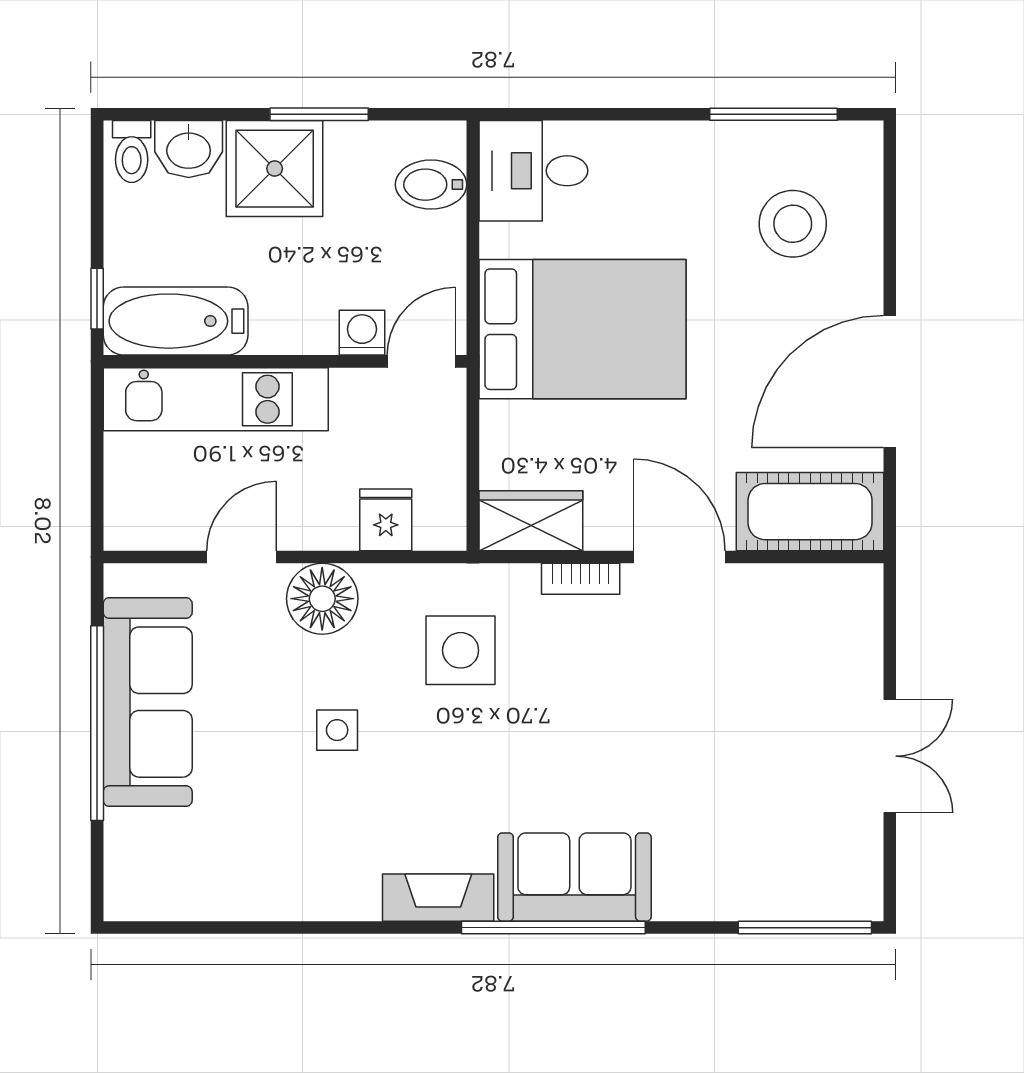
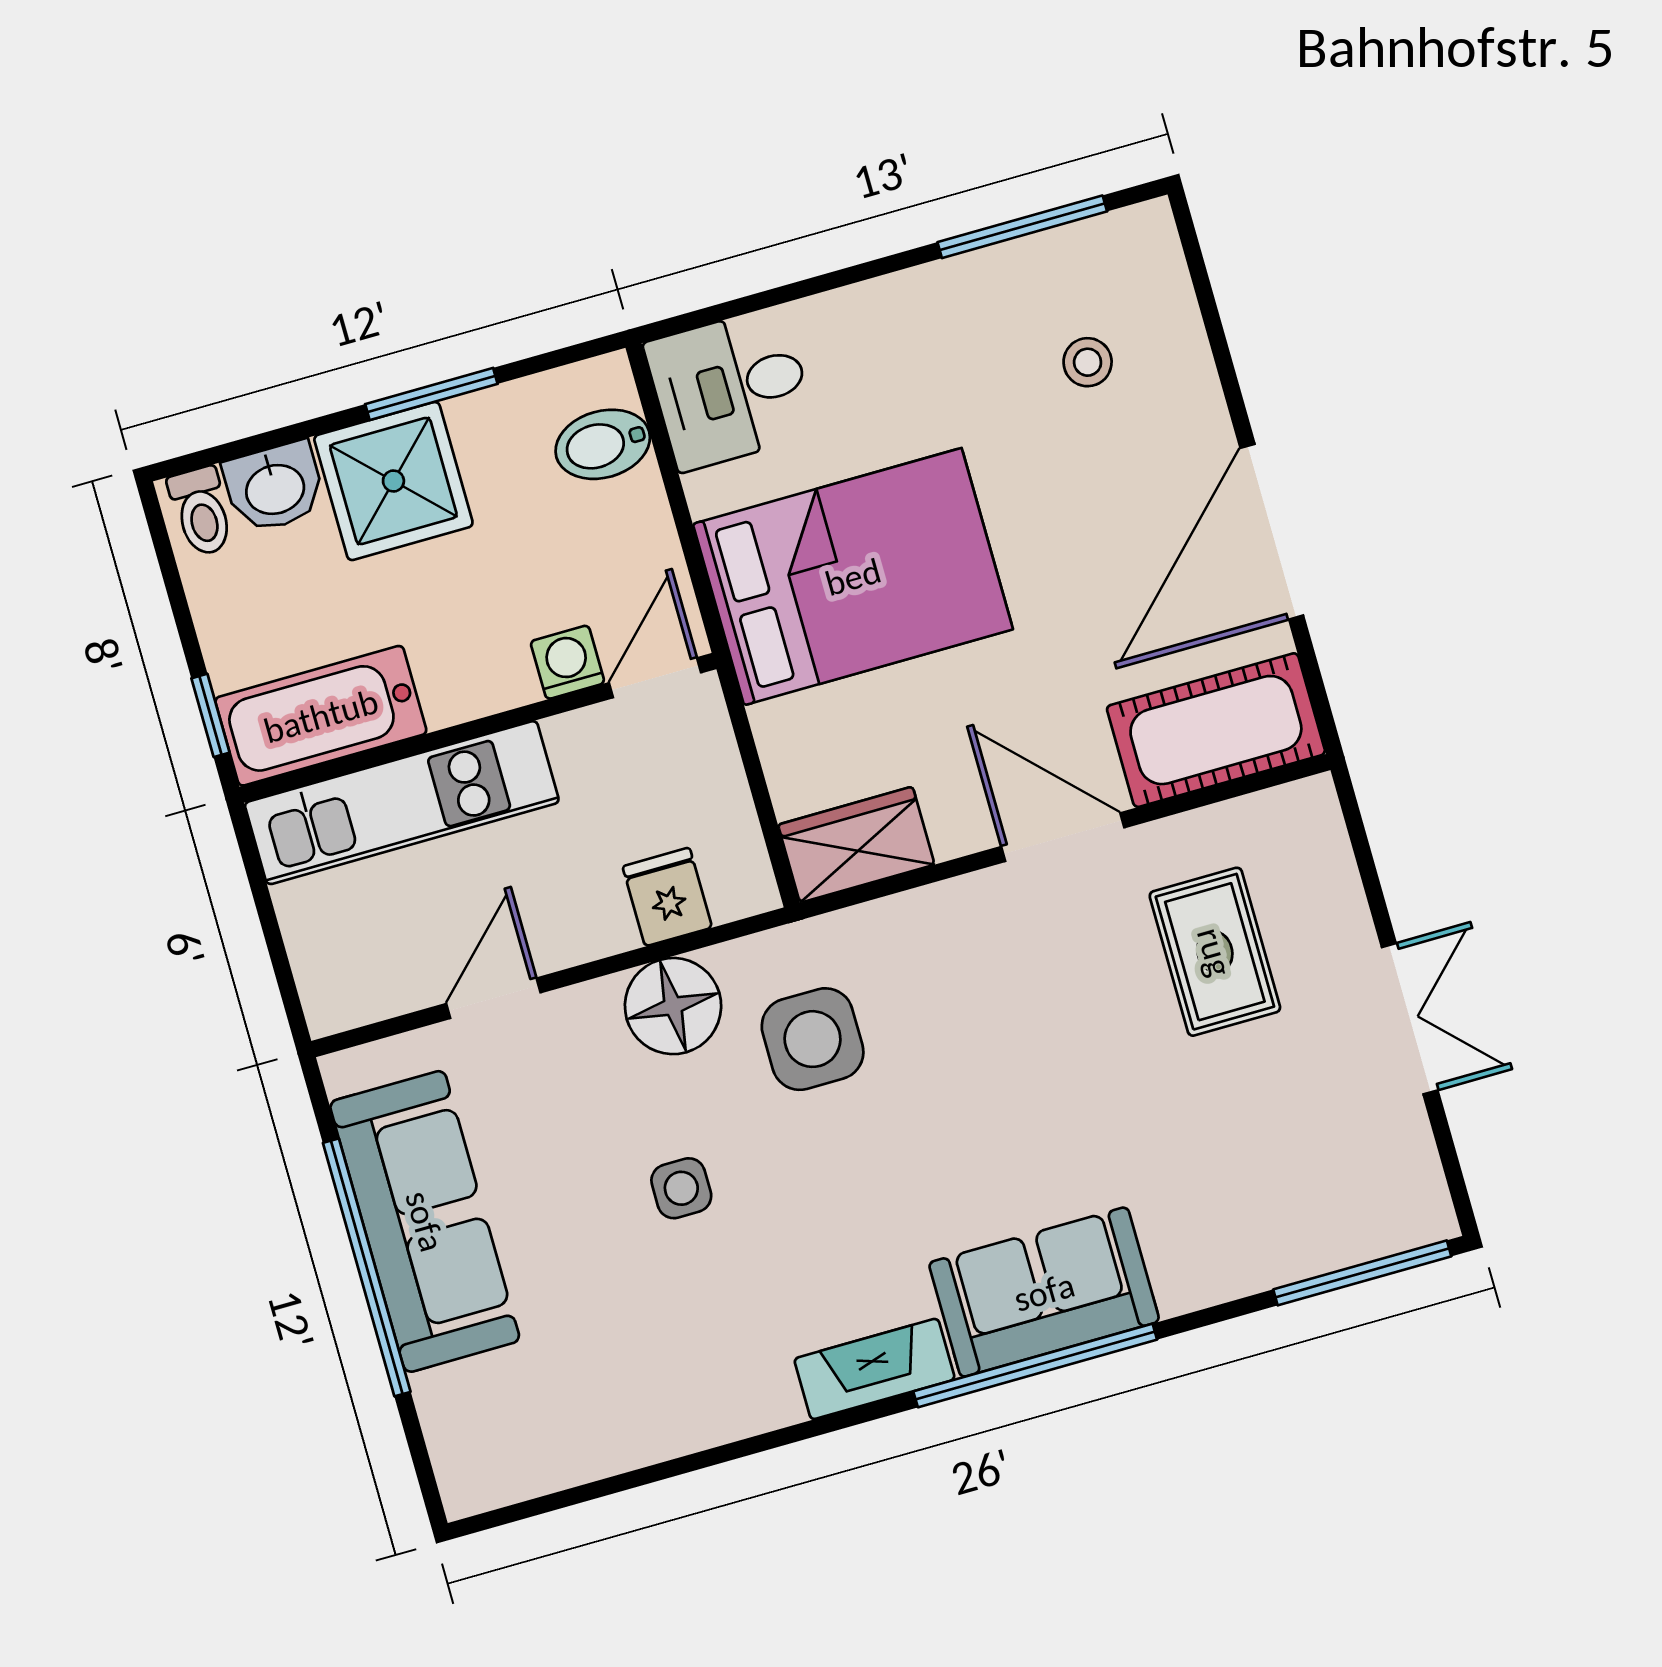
stool: (793, 224) -> (1088, 362), width x0.53, depth x0.53
bookcase: (581, 579) -> (942, 902), removed
floor lamp: (322, 599) -> (673, 1006), moved
rug: (765, 669) -> (1215, 952), added

